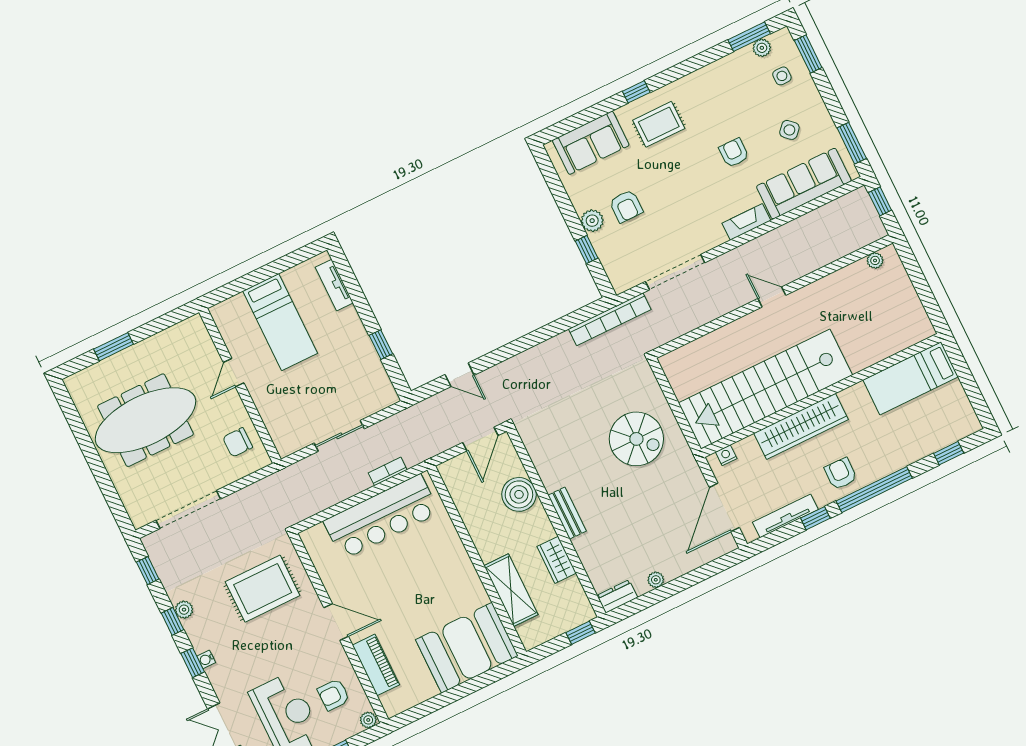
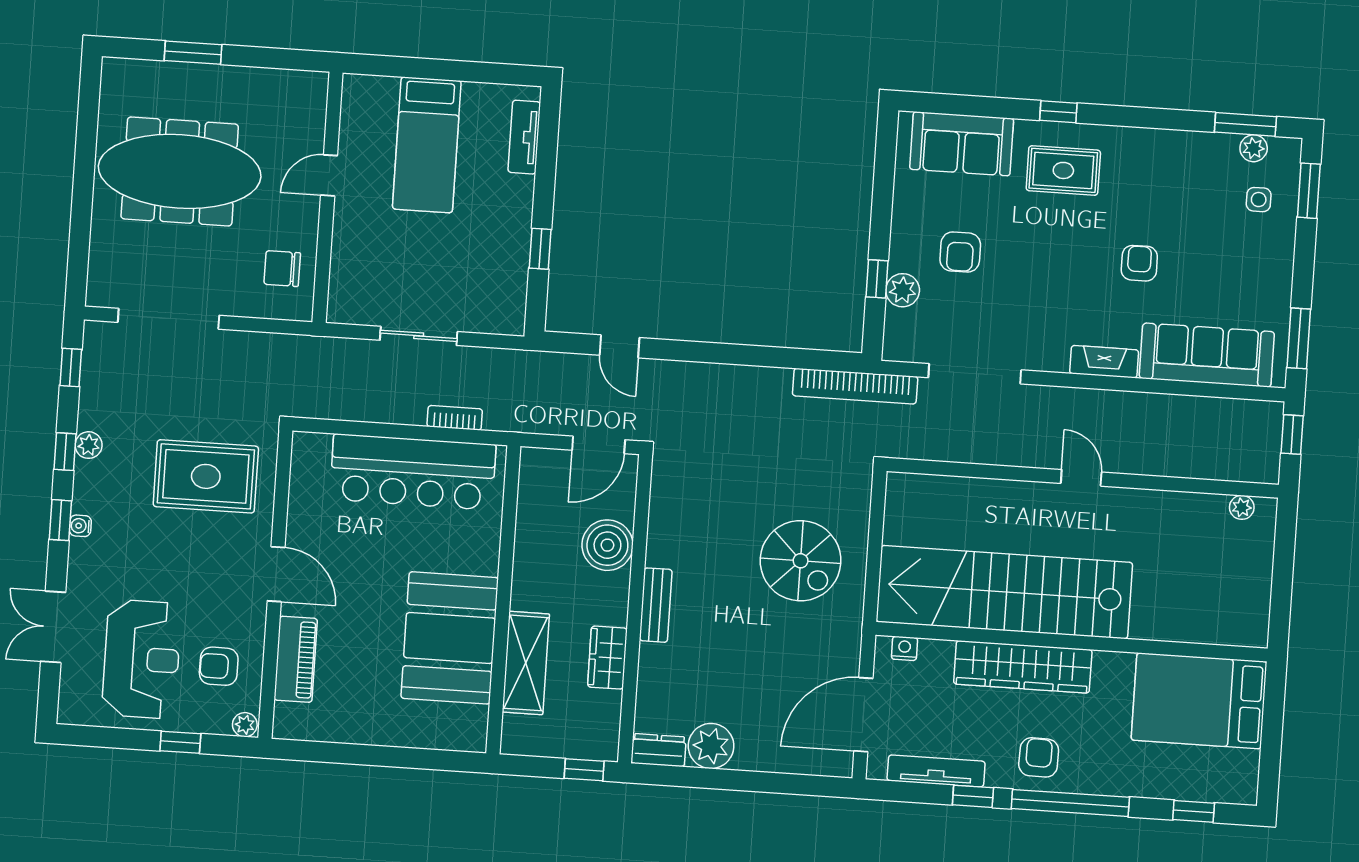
side table: (789, 130) -> (1228, 275), removed
plant: (592, 221) -> (903, 290), moved
bed: (911, 378) -> (1199, 701), width x1.50
plant: (656, 580) -> (711, 746), width x1.87, depth x1.87
booth: (467, 648) -> (450, 638), moved, turned 90

